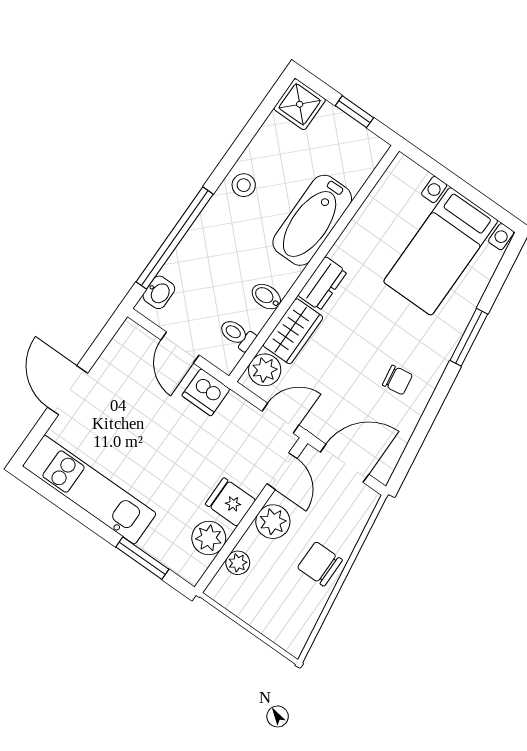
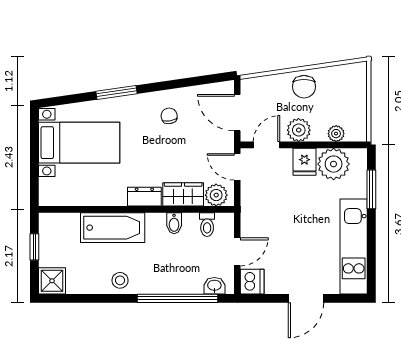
dishwasher: (206, 392) -> (252, 282), moved
plant: (209, 538) -> (334, 164), width x1.36, depth x1.36

